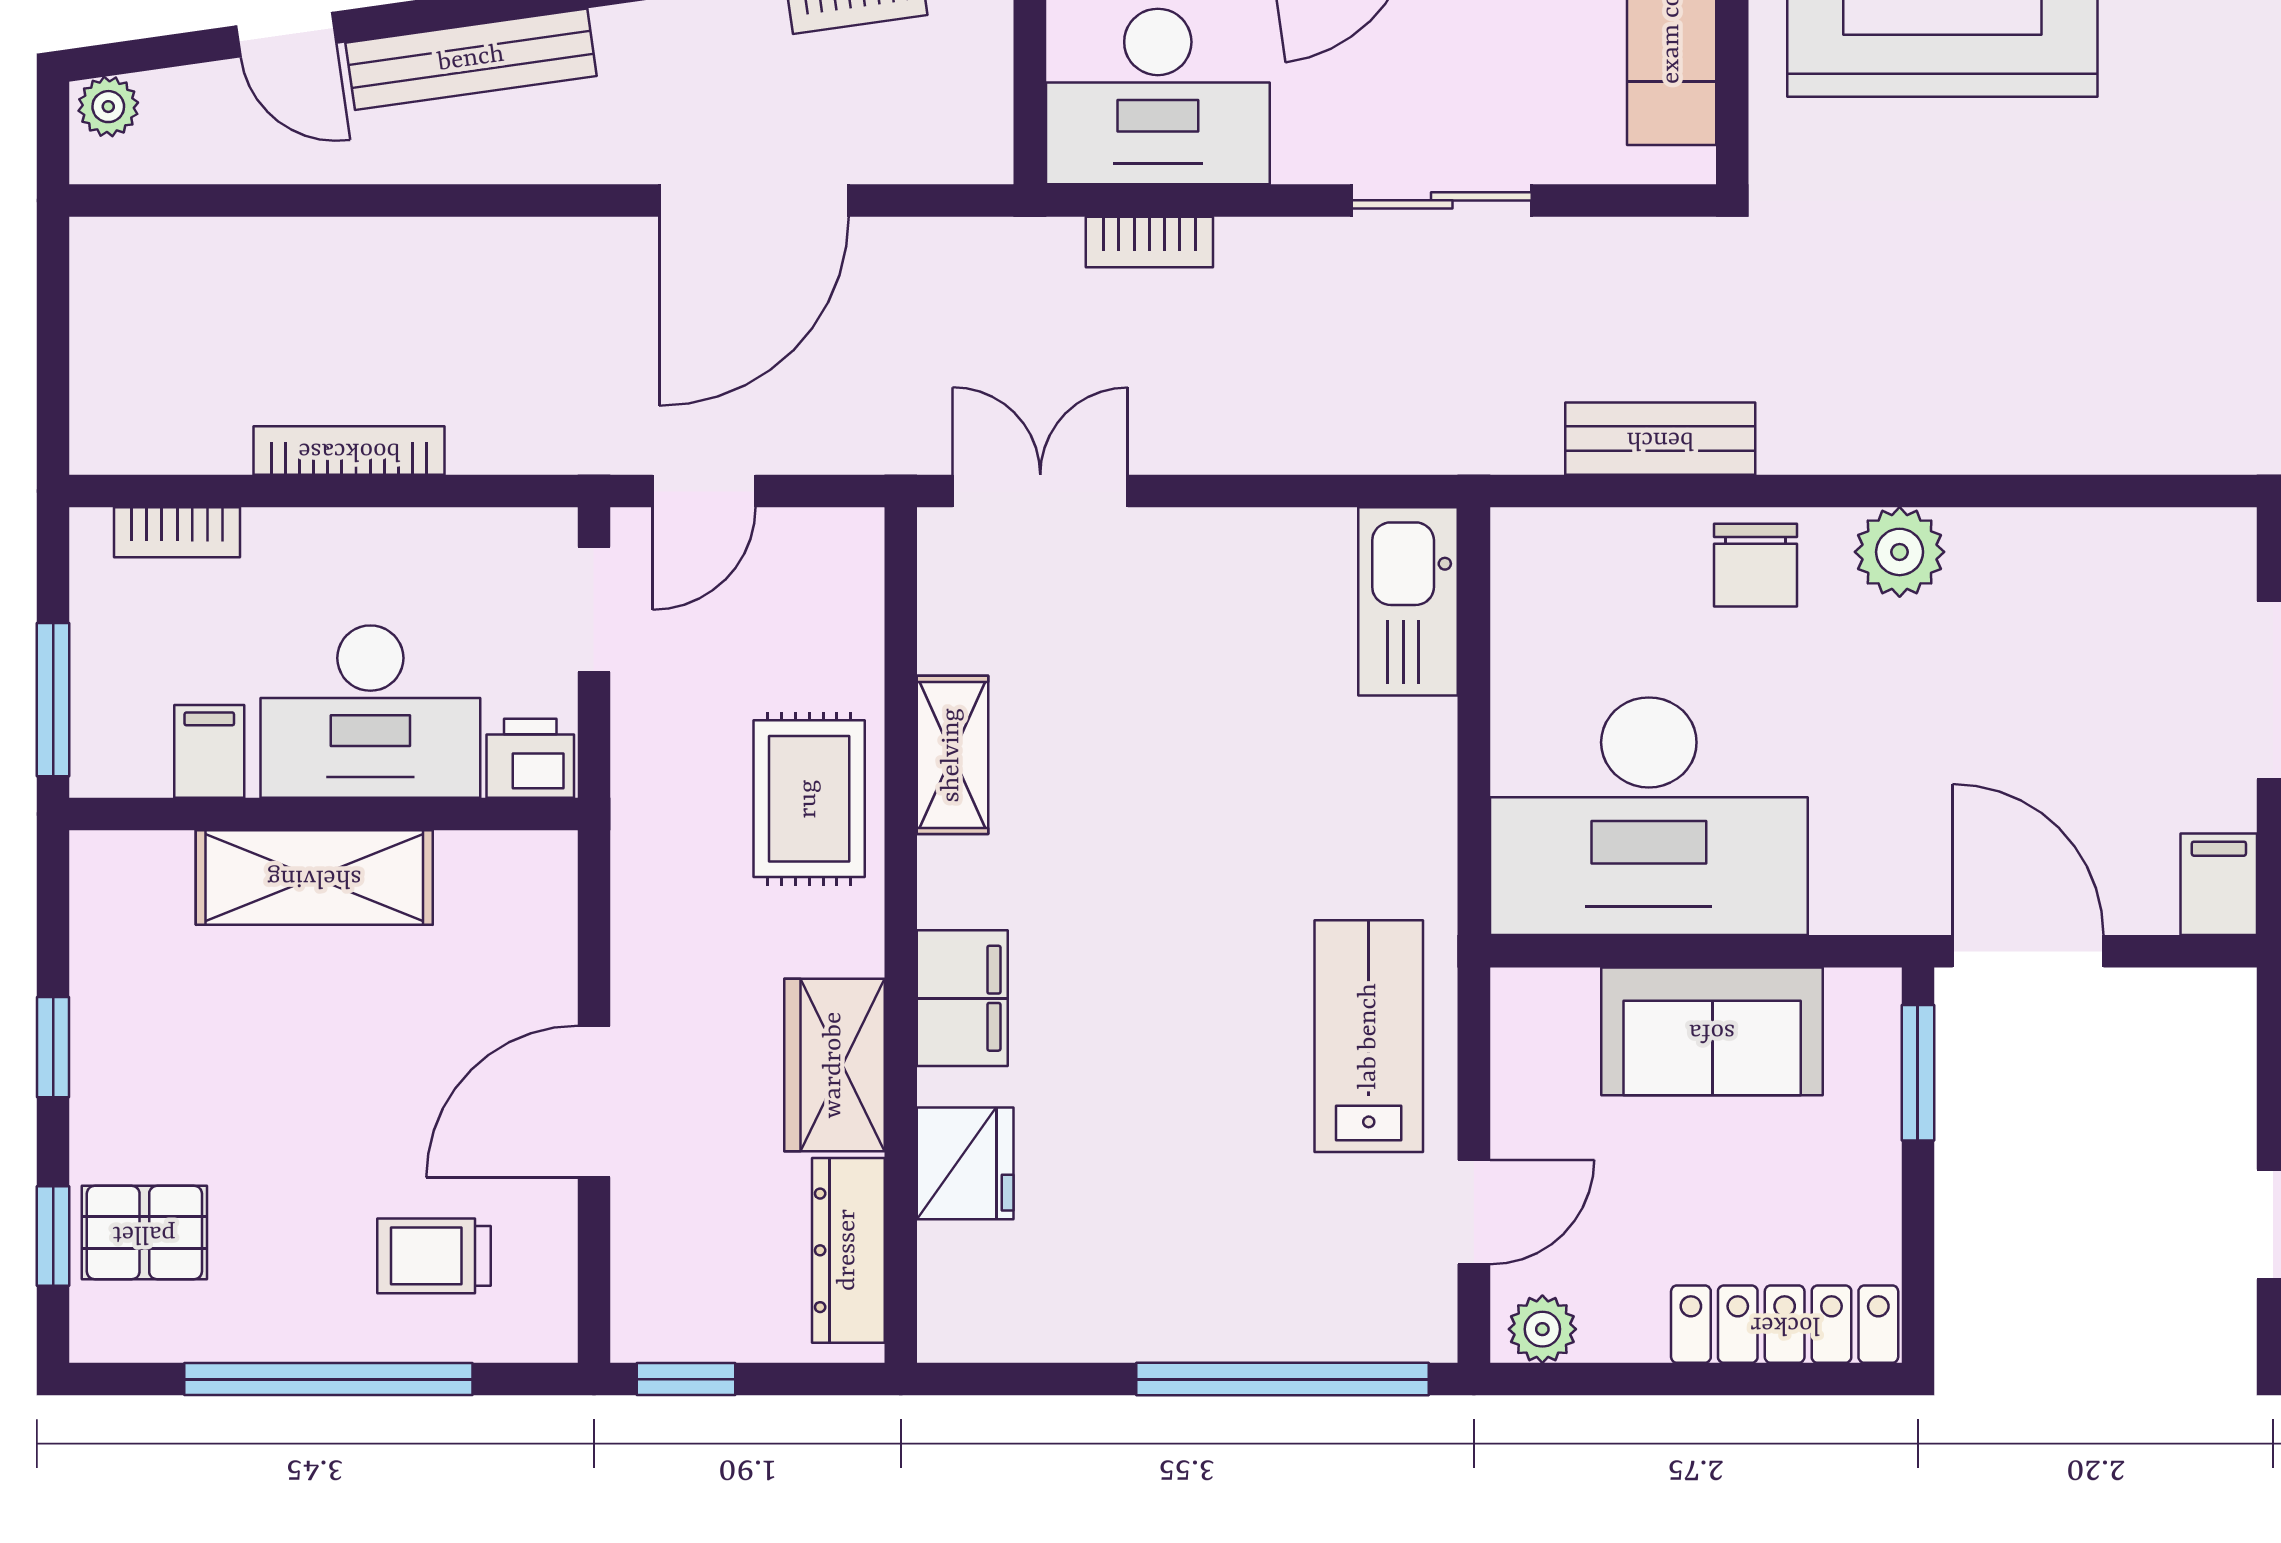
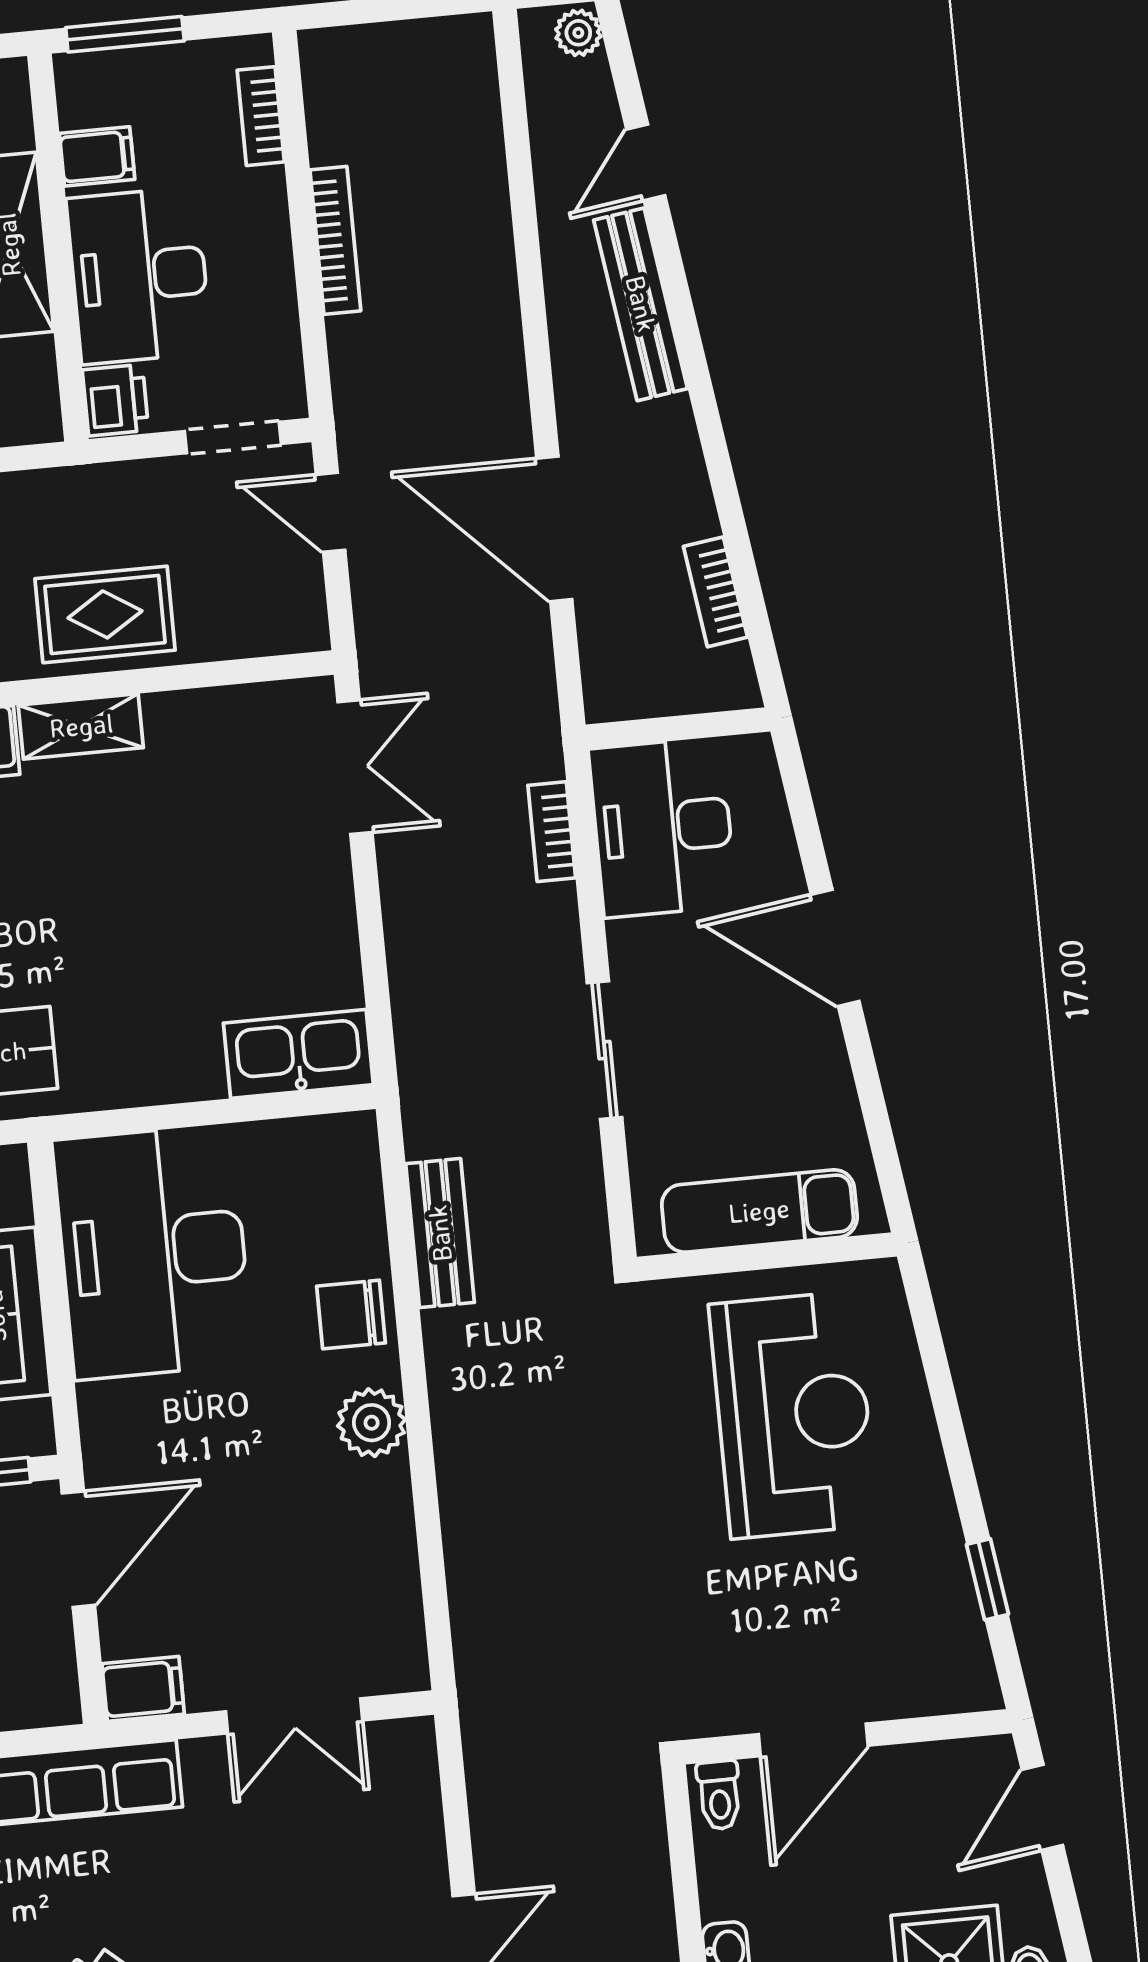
shelving: (952, 755) -> (81, 726), moved

